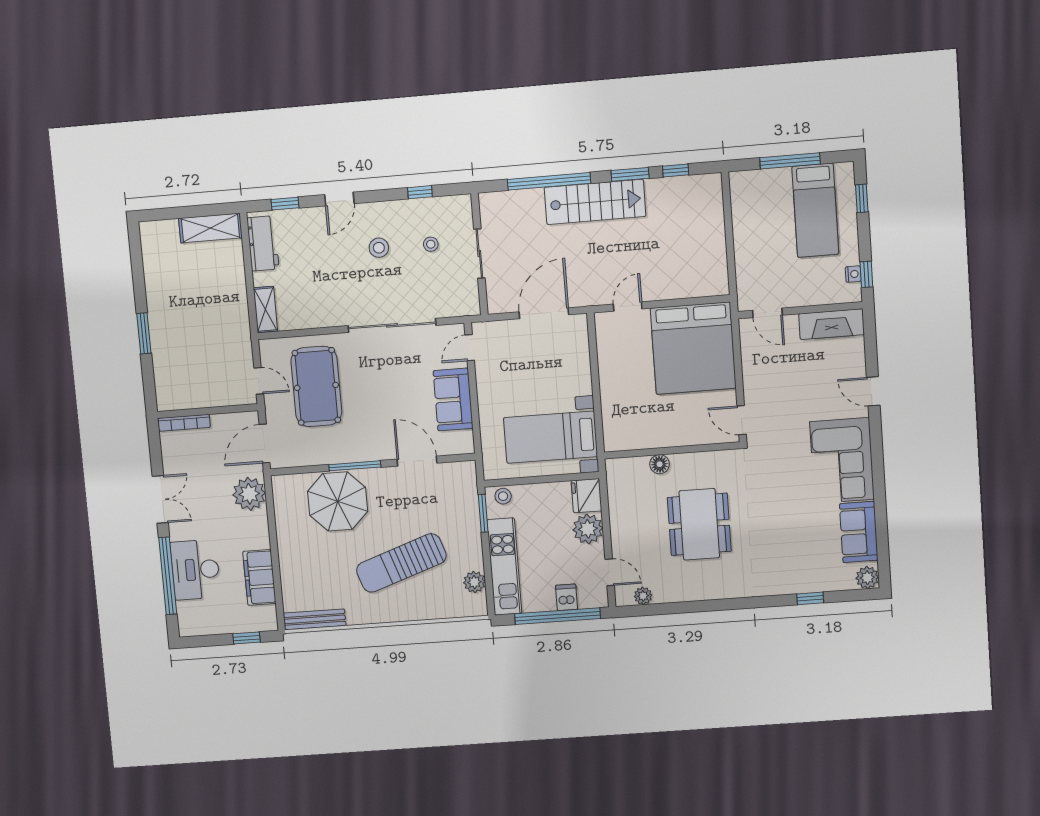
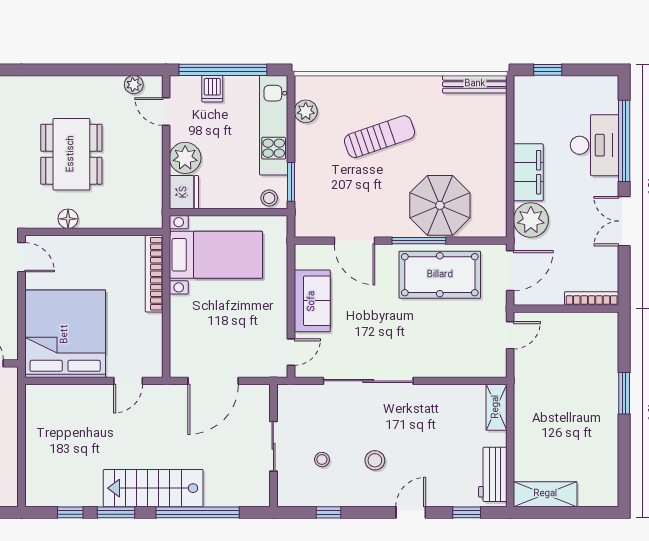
door: (259, 381) -> (510, 335), swing flipped
pool table: (316, 386) -> (440, 275), moved, turned 90
bookcase: (610, 414) -> (154, 274), added
floor lamp: (660, 464) -> (68, 219), moved
sun lounger: (401, 563) -> (380, 137), width x0.73, depth x0.75
filing cabinet: (259, 577) -> (528, 172), moved

